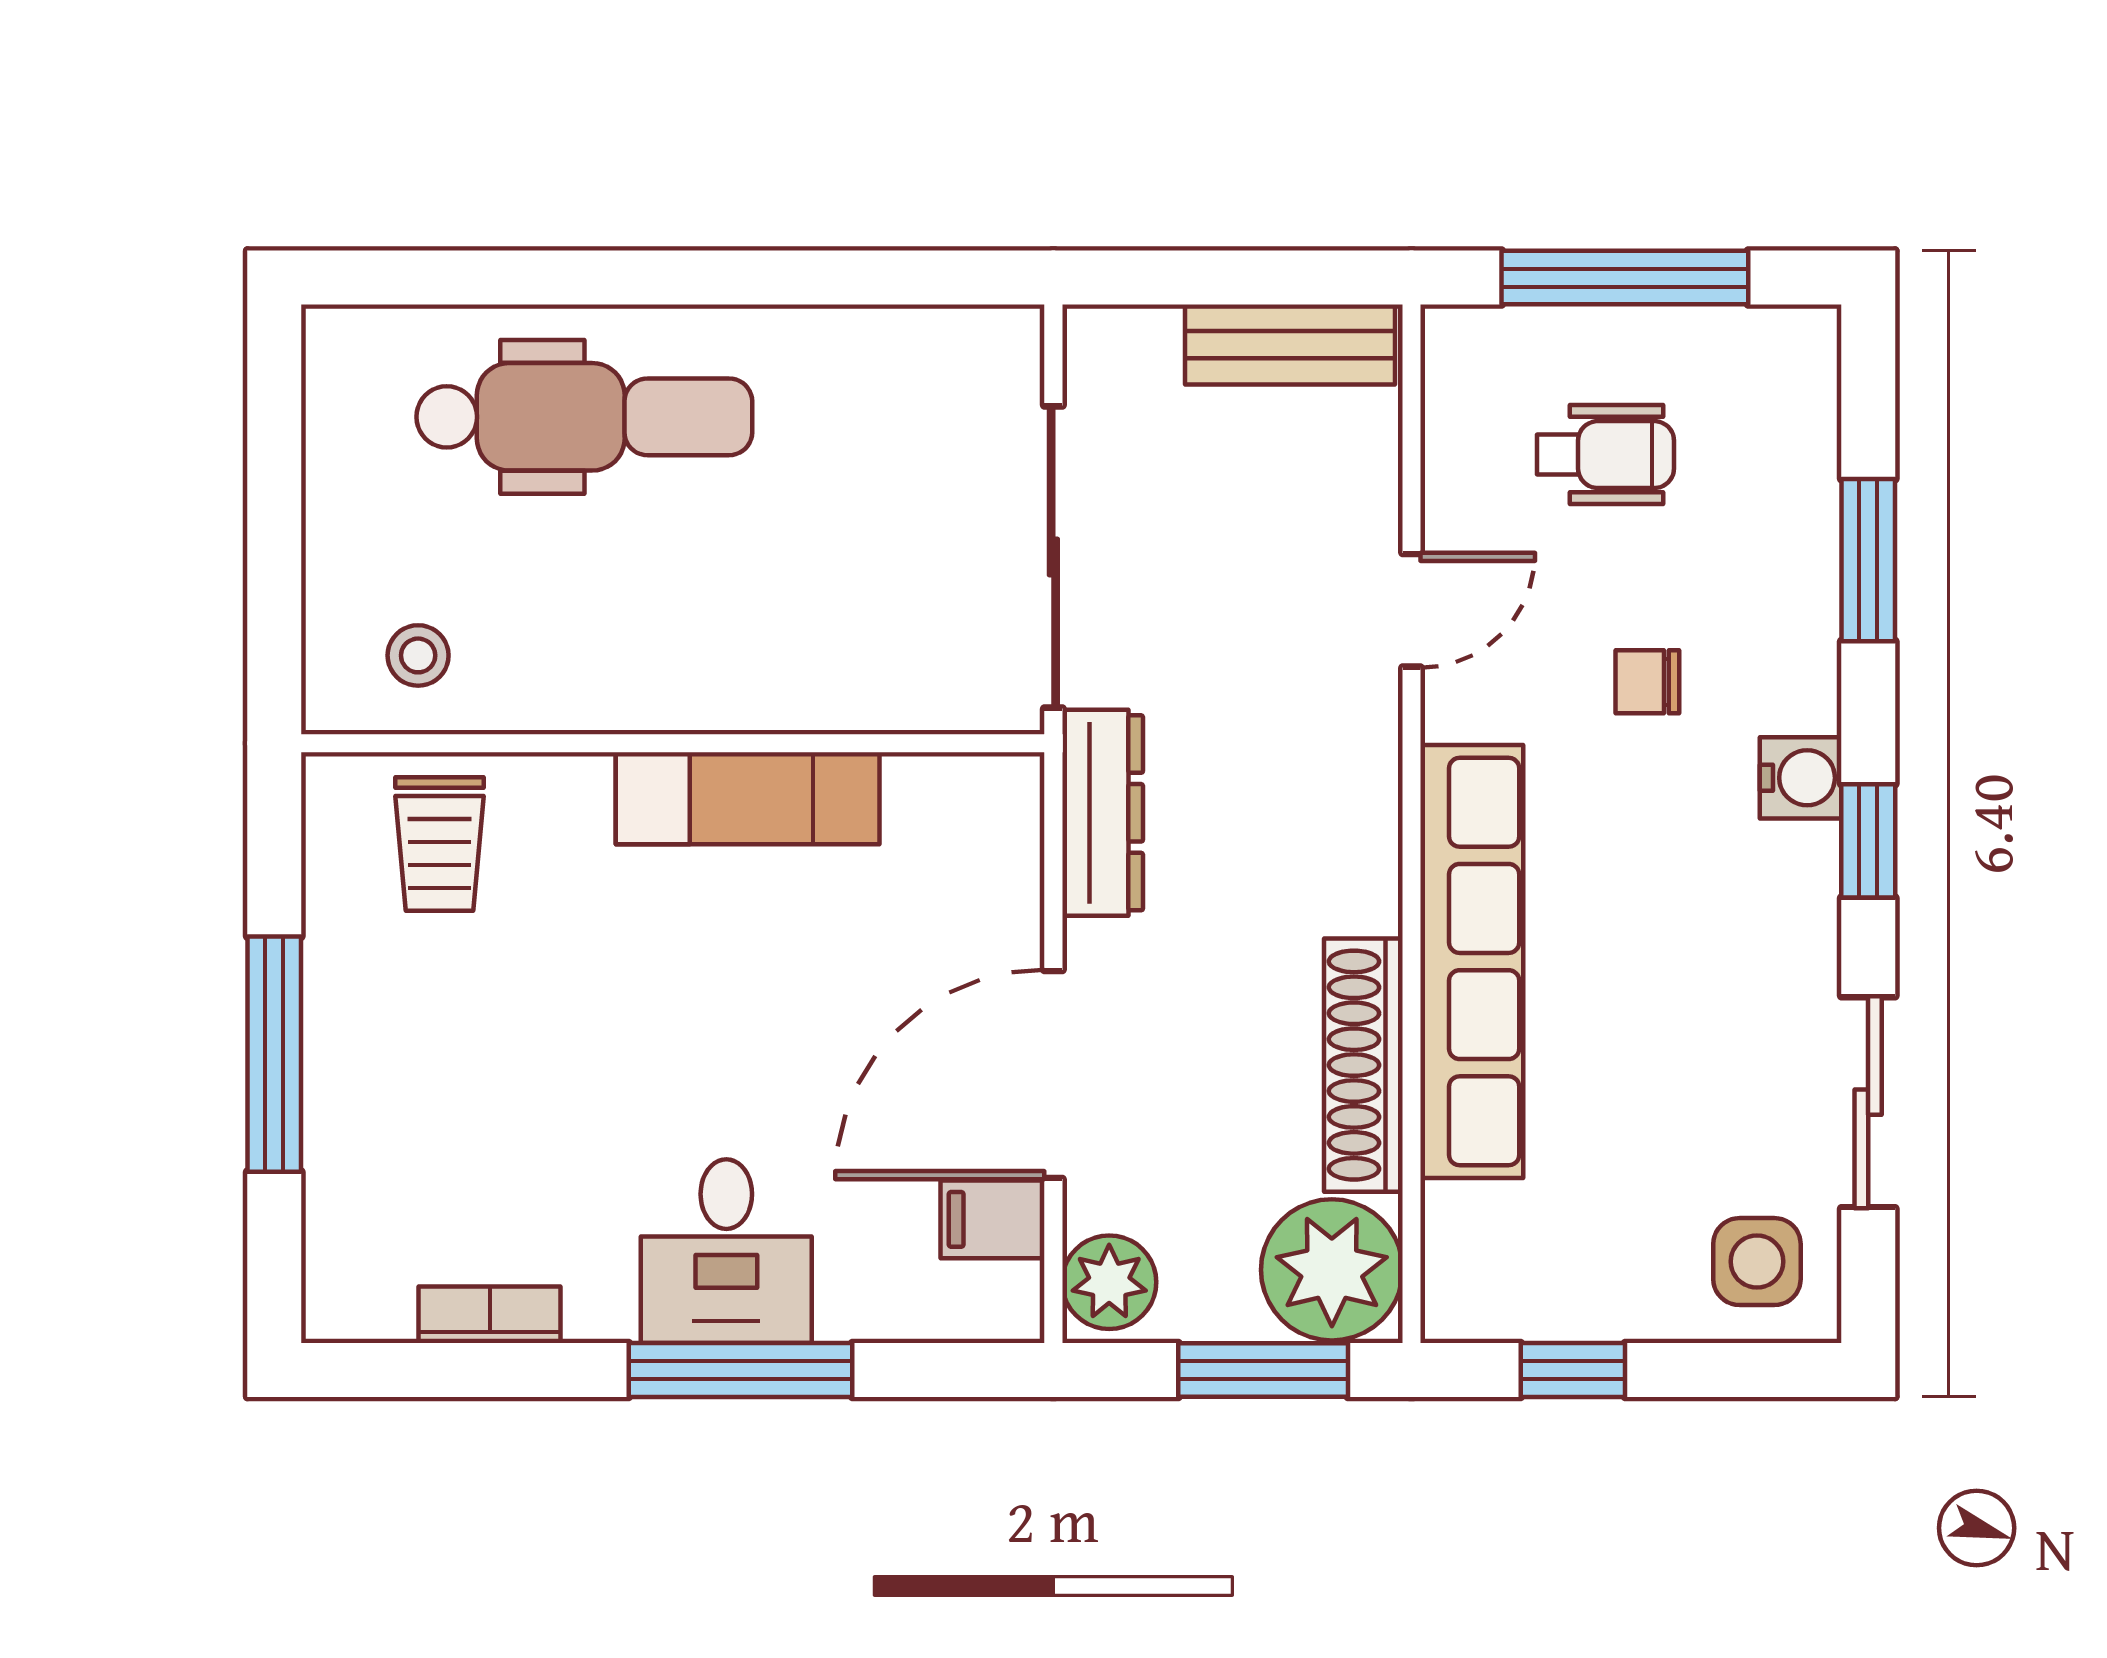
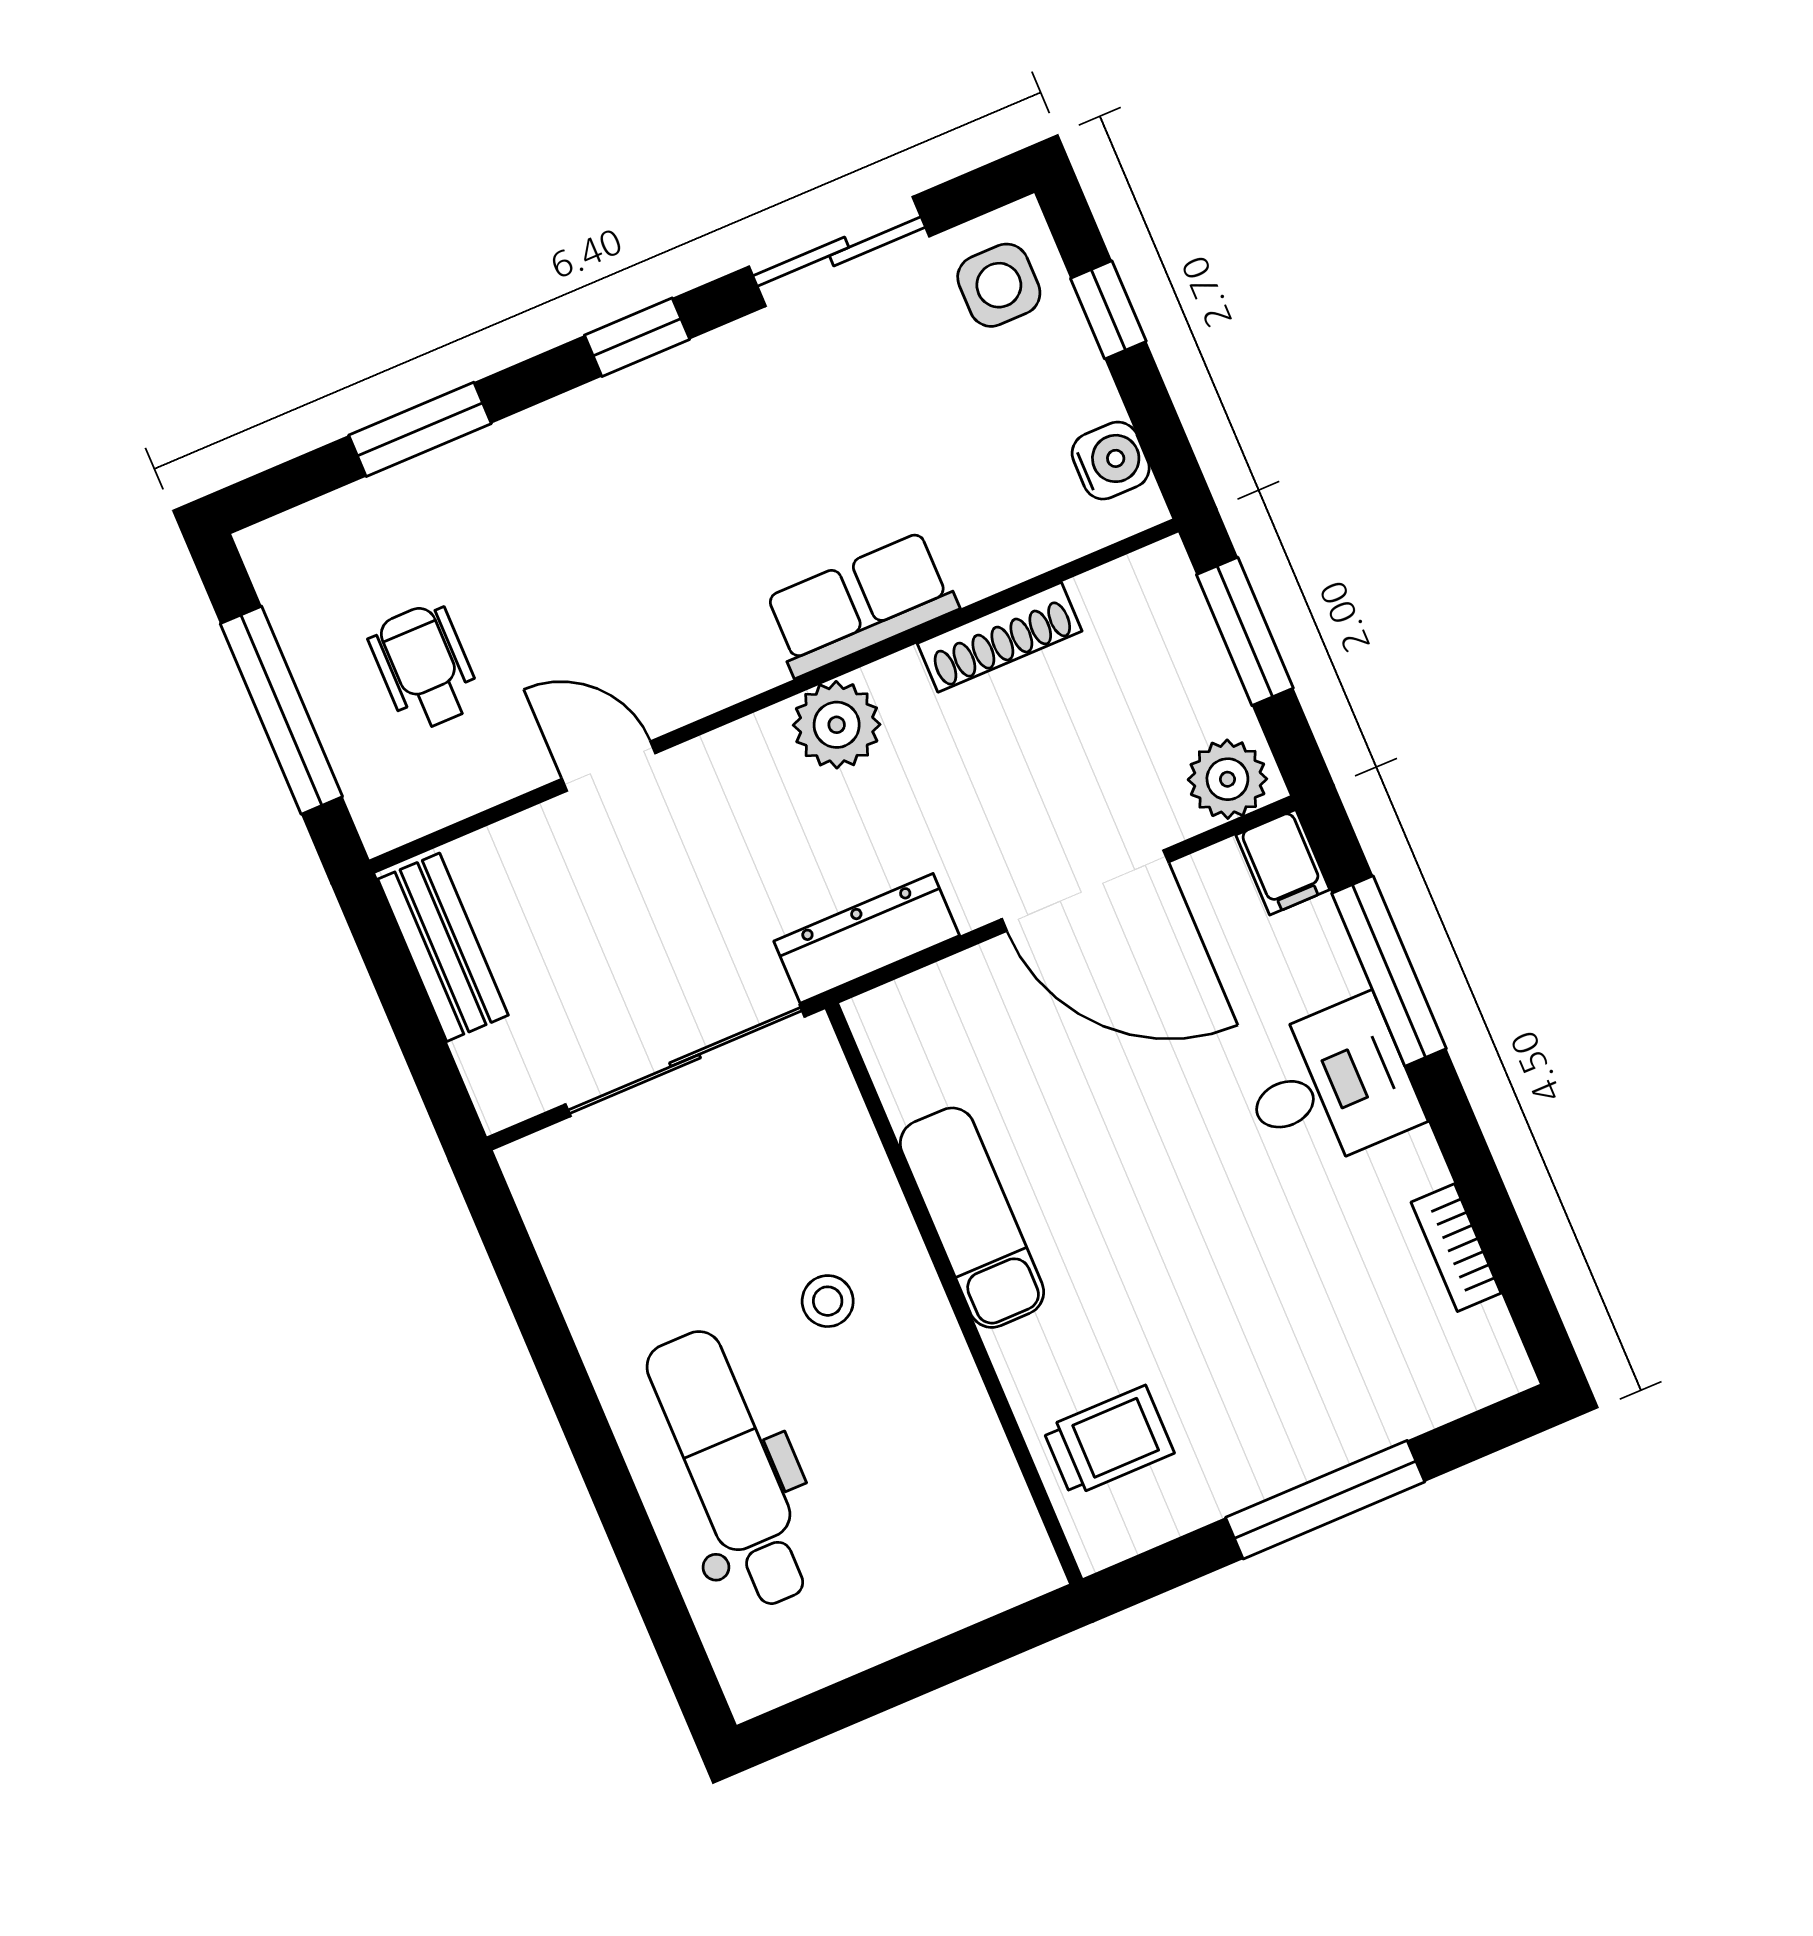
stool: (418, 655) -> (828, 1301), moved
chair: (1647, 682) -> (586, 560), removed
water cooler: (1801, 778) -> (1111, 461), moved, turned 90
row of seats: (1472, 962) -> (860, 604), width x0.50
shoe rack: (1363, 1065) -> (1000, 637), width x0.74, depth x0.81
filing cabinet: (992, 1219) -> (1283, 862), moved
plant: (1332, 1270) -> (837, 725), moved, width x0.73, depth x0.73
window: (740, 1370) -> (1389, 971), moved
window: (1573, 1370) -> (1108, 310), moved

